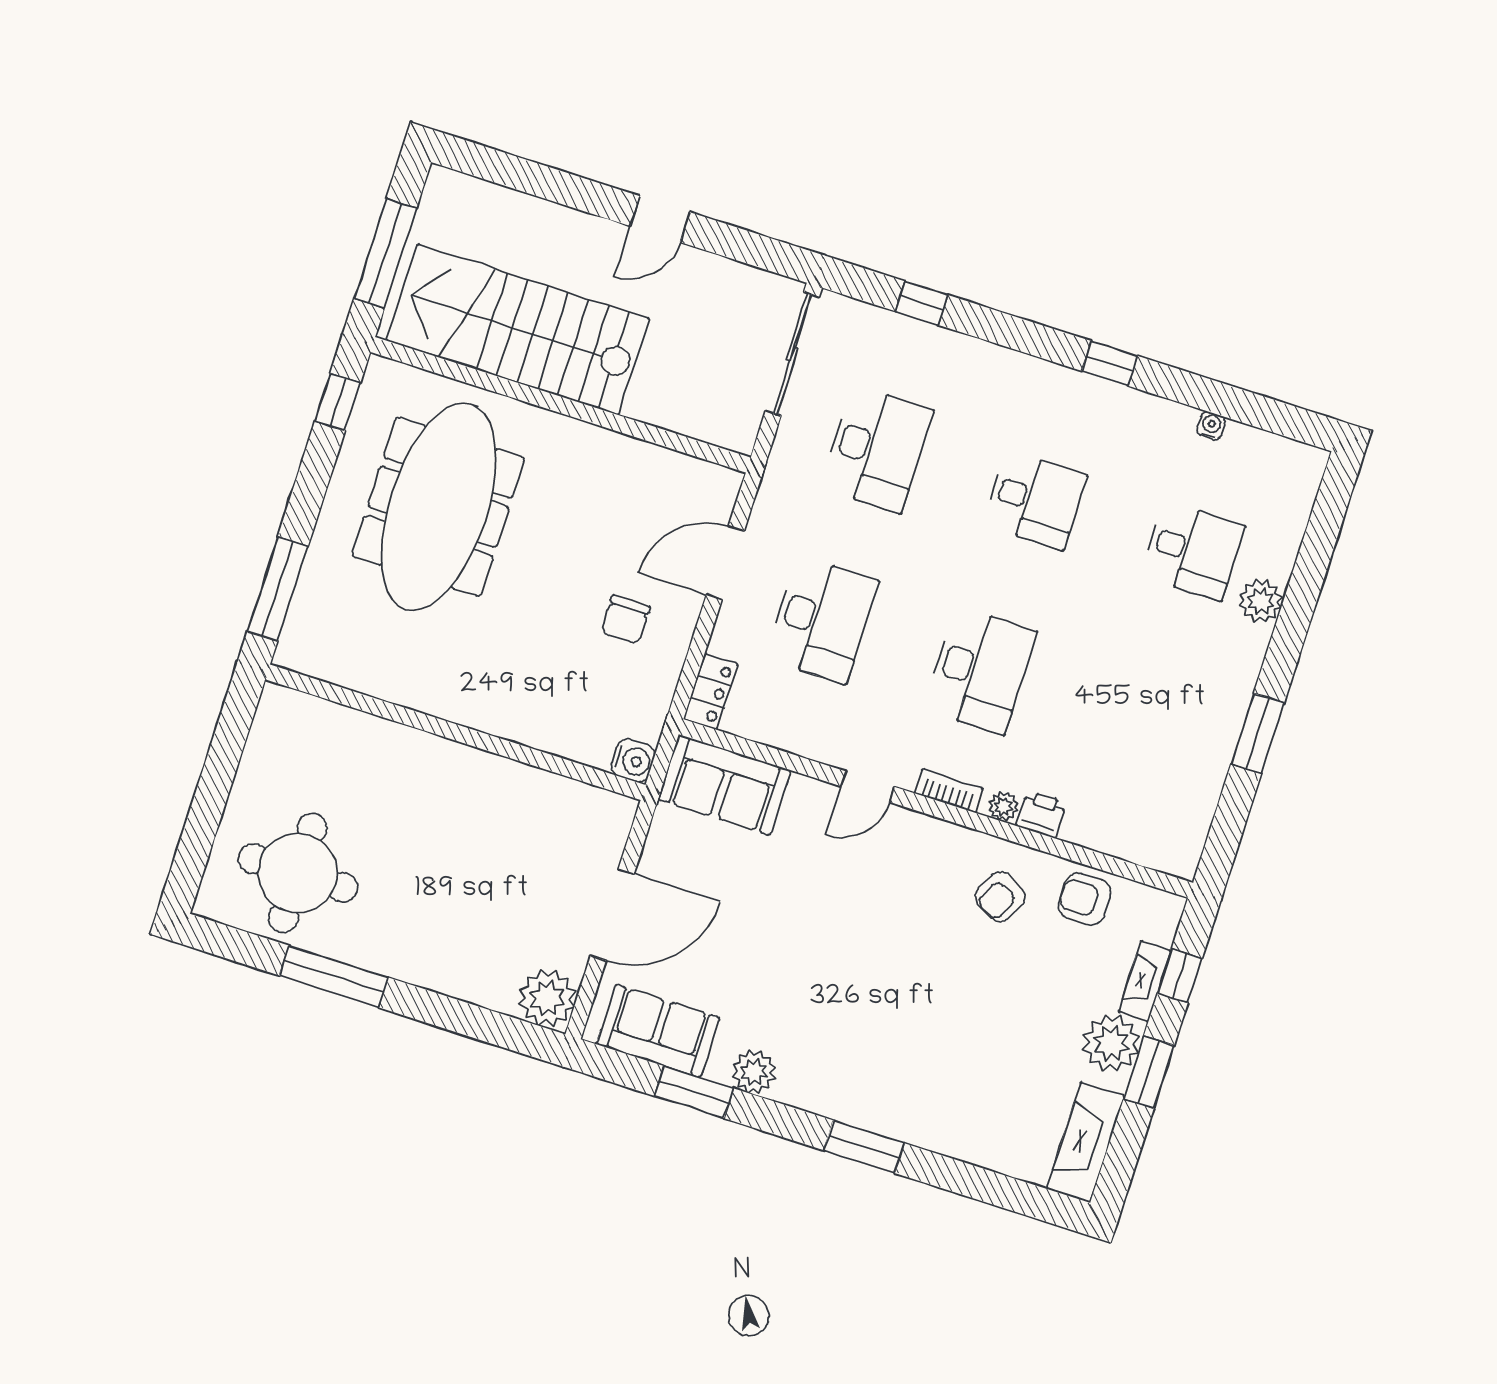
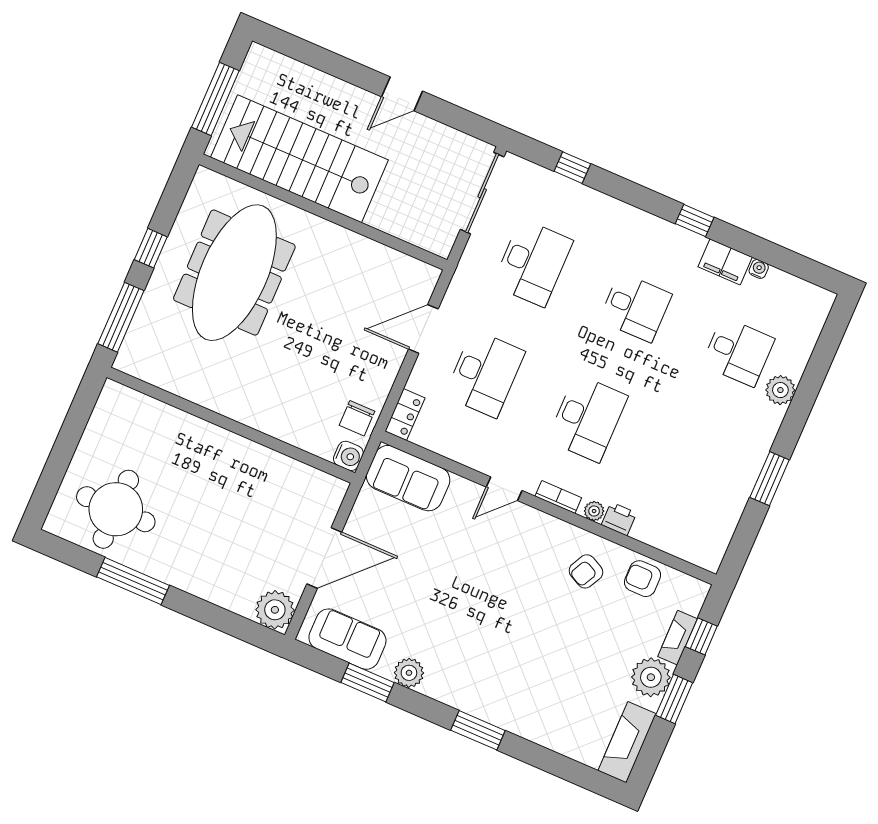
window: (338, 402) -> (151, 248), moved
filing cabinet: (1161, 420) -> (725, 262), added
chair: (625, 619) -> (357, 418), moved

